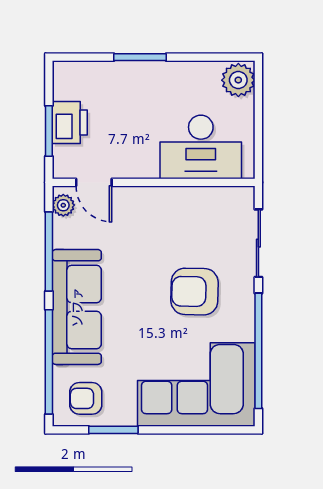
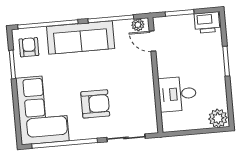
printer: (70, 123) -> (207, 22), moved
desk: (201, 147) -> (177, 94), width x0.73
door: (94, 182) -> (152, 41), hinge flipped
armchair: (195, 292) -> (95, 104), turned 89

